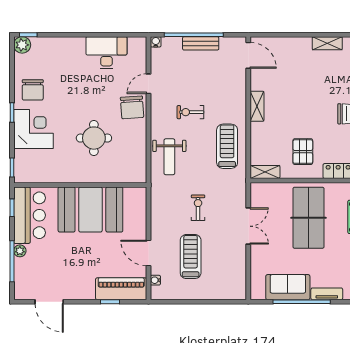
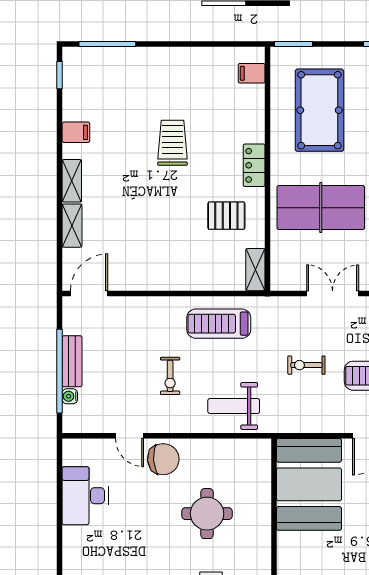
water cooler: (156, 42) -> (70, 396), moved
shelving: (257, 106) -> (72, 226), moved, turned 90
weight bench: (169, 157) -> (234, 406), turned 180
booth: (90, 210) -> (309, 484), moved

